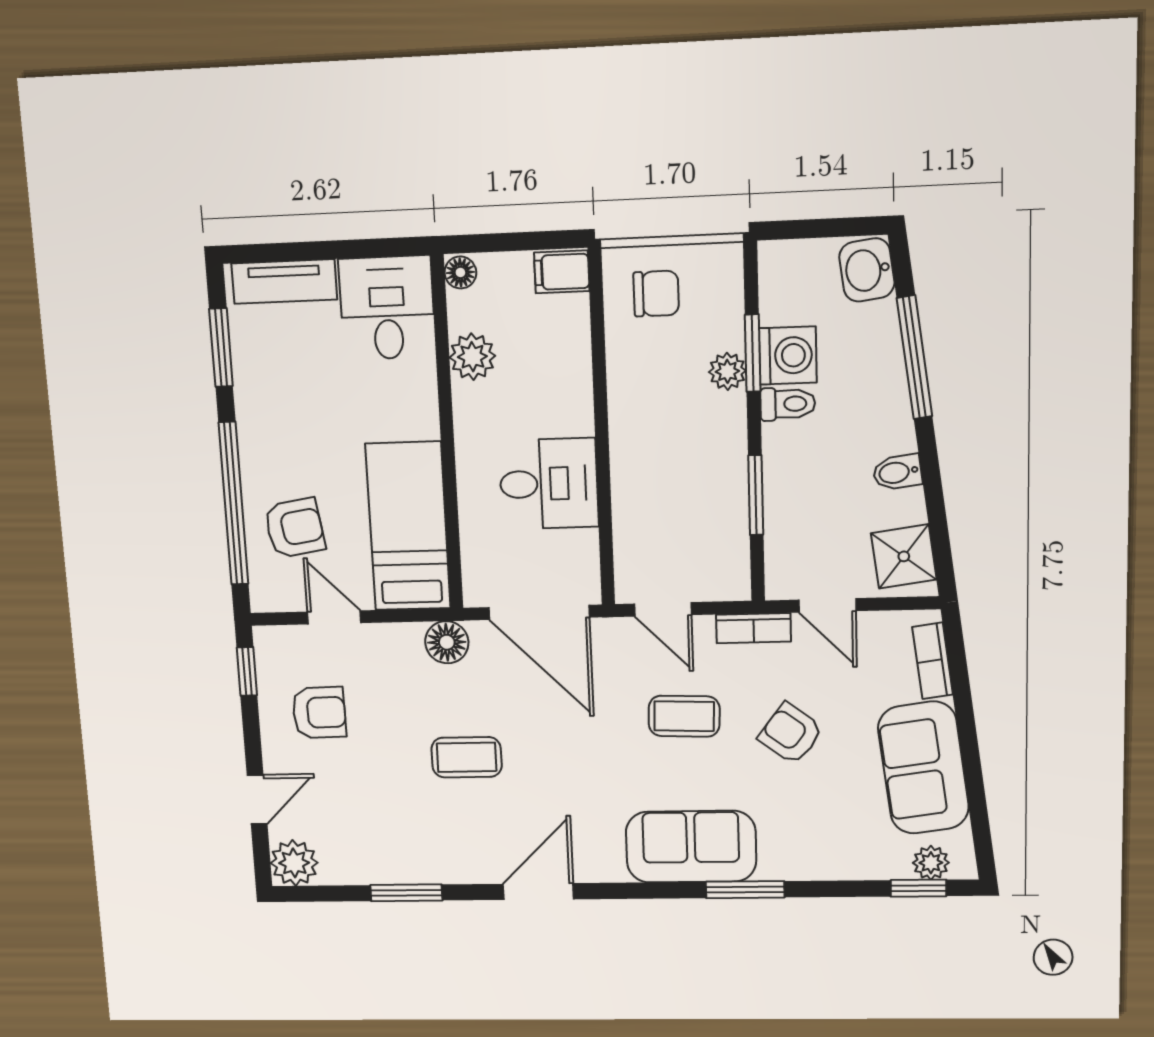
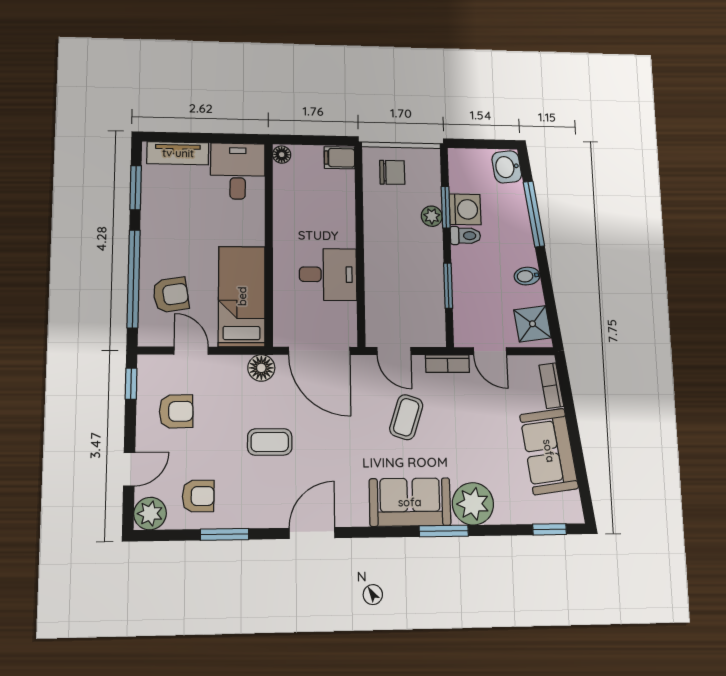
plant: (472, 357) -> (286, 201), removed
coffee table: (684, 716) -> (406, 417), turned -74
armchair: (791, 734) -> (198, 496), moved, turned 143
plant: (931, 863) -> (473, 504), moved, width x1.87, depth x1.87

